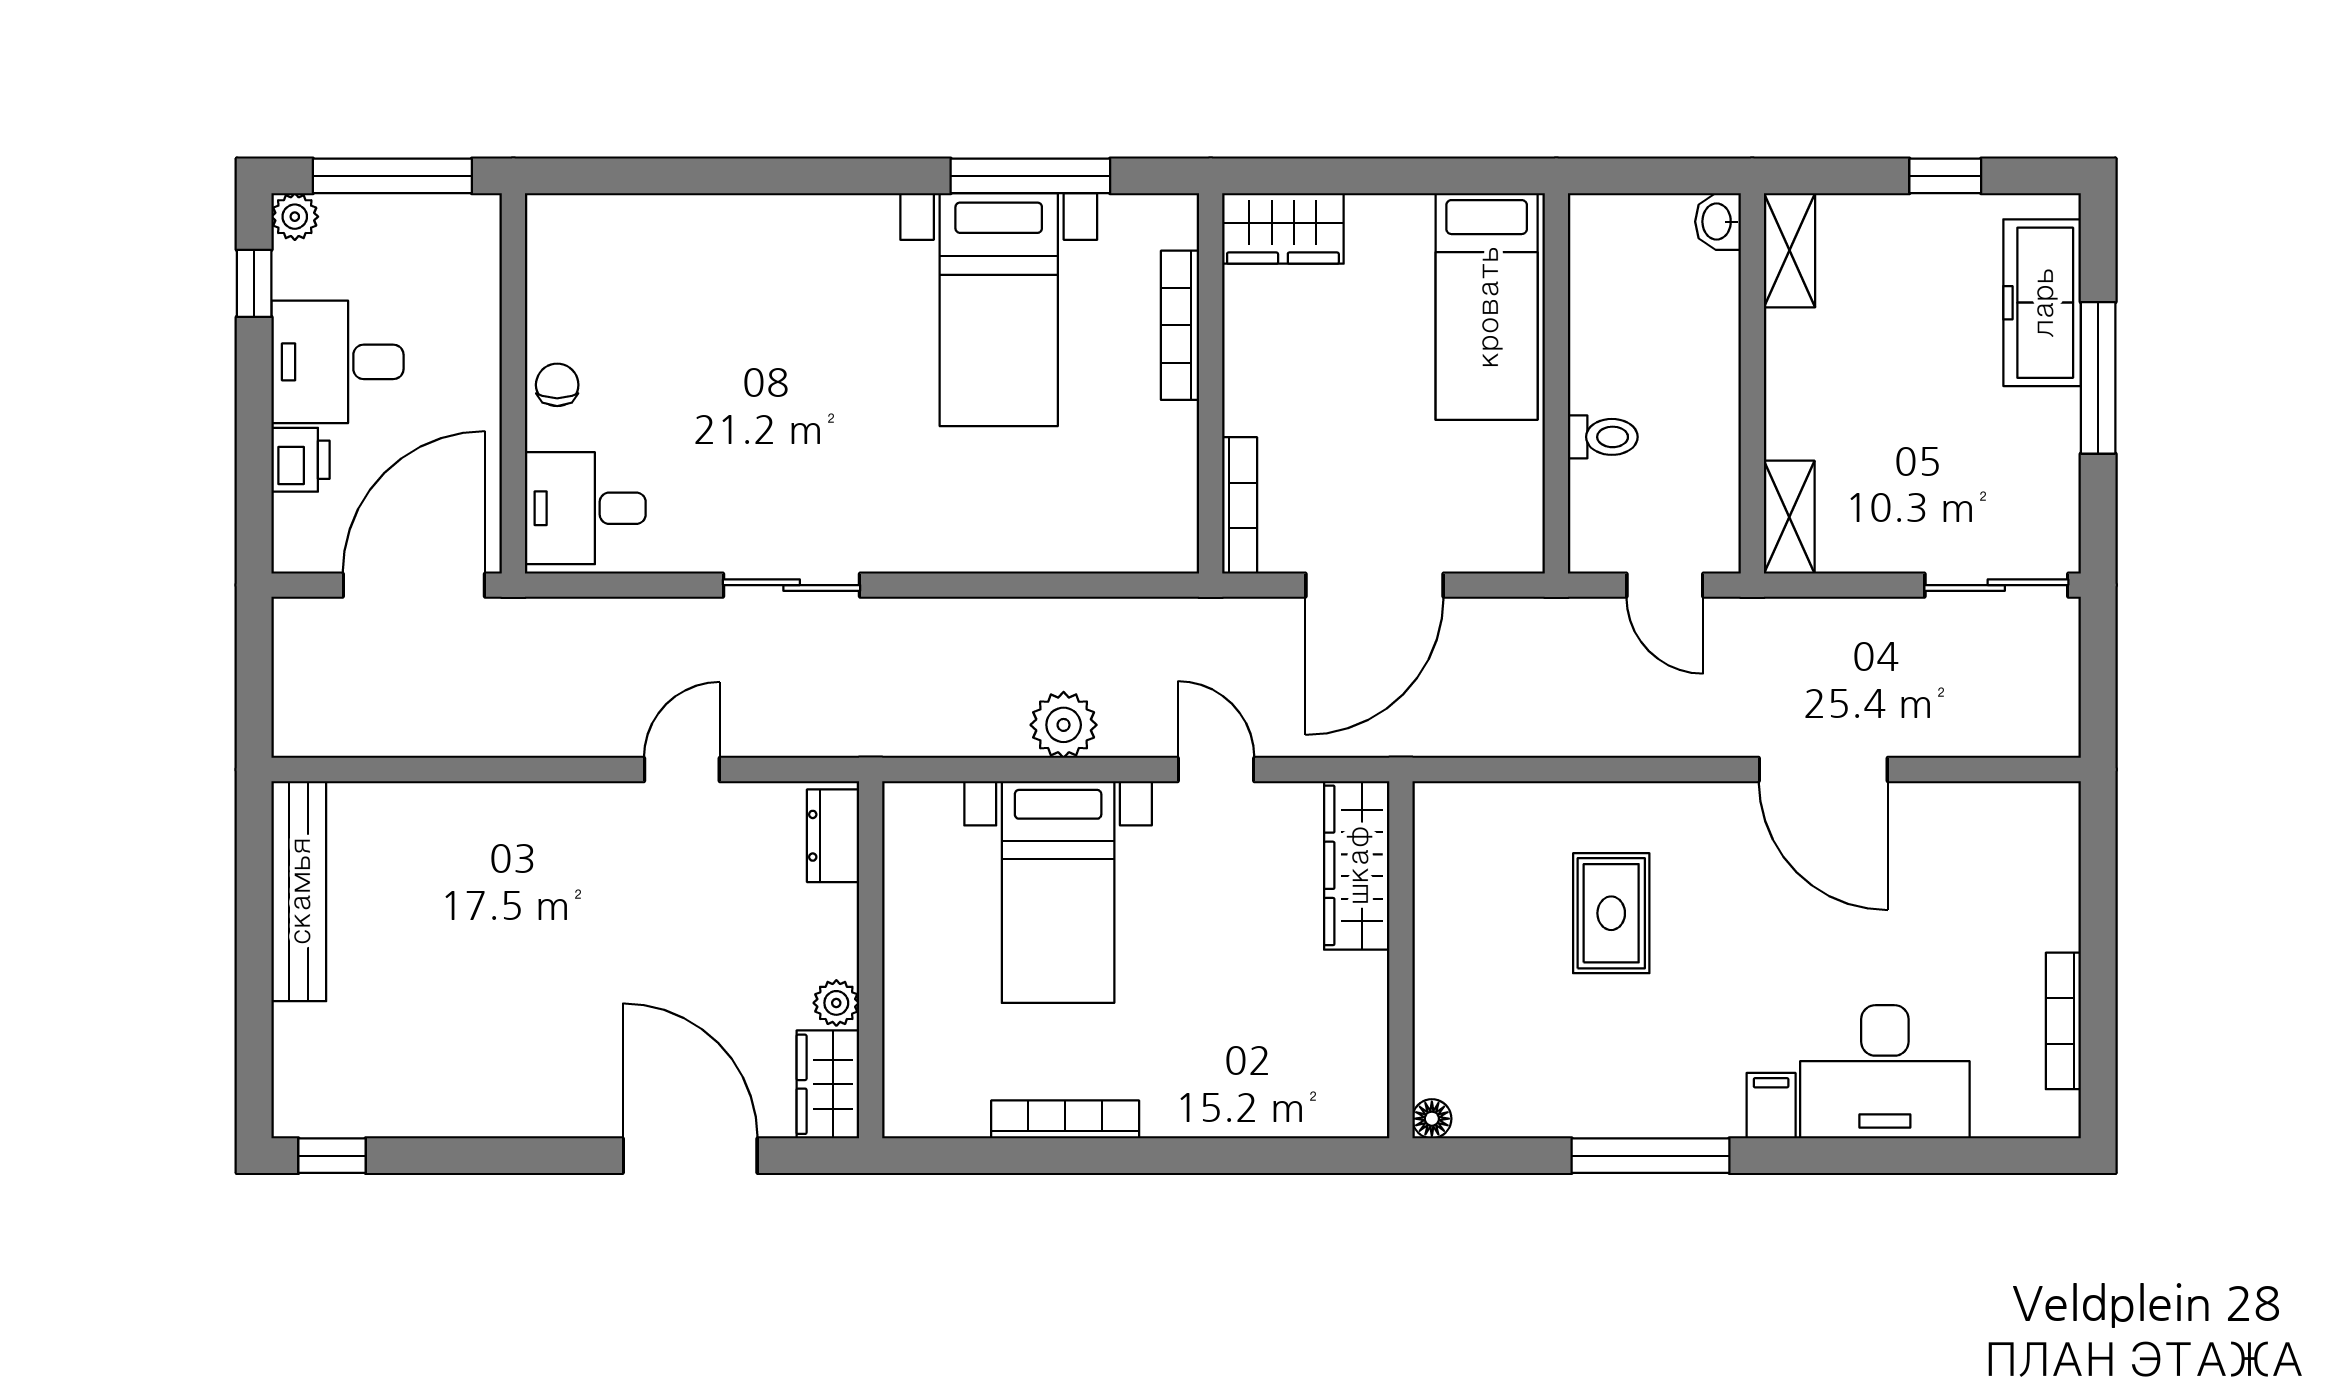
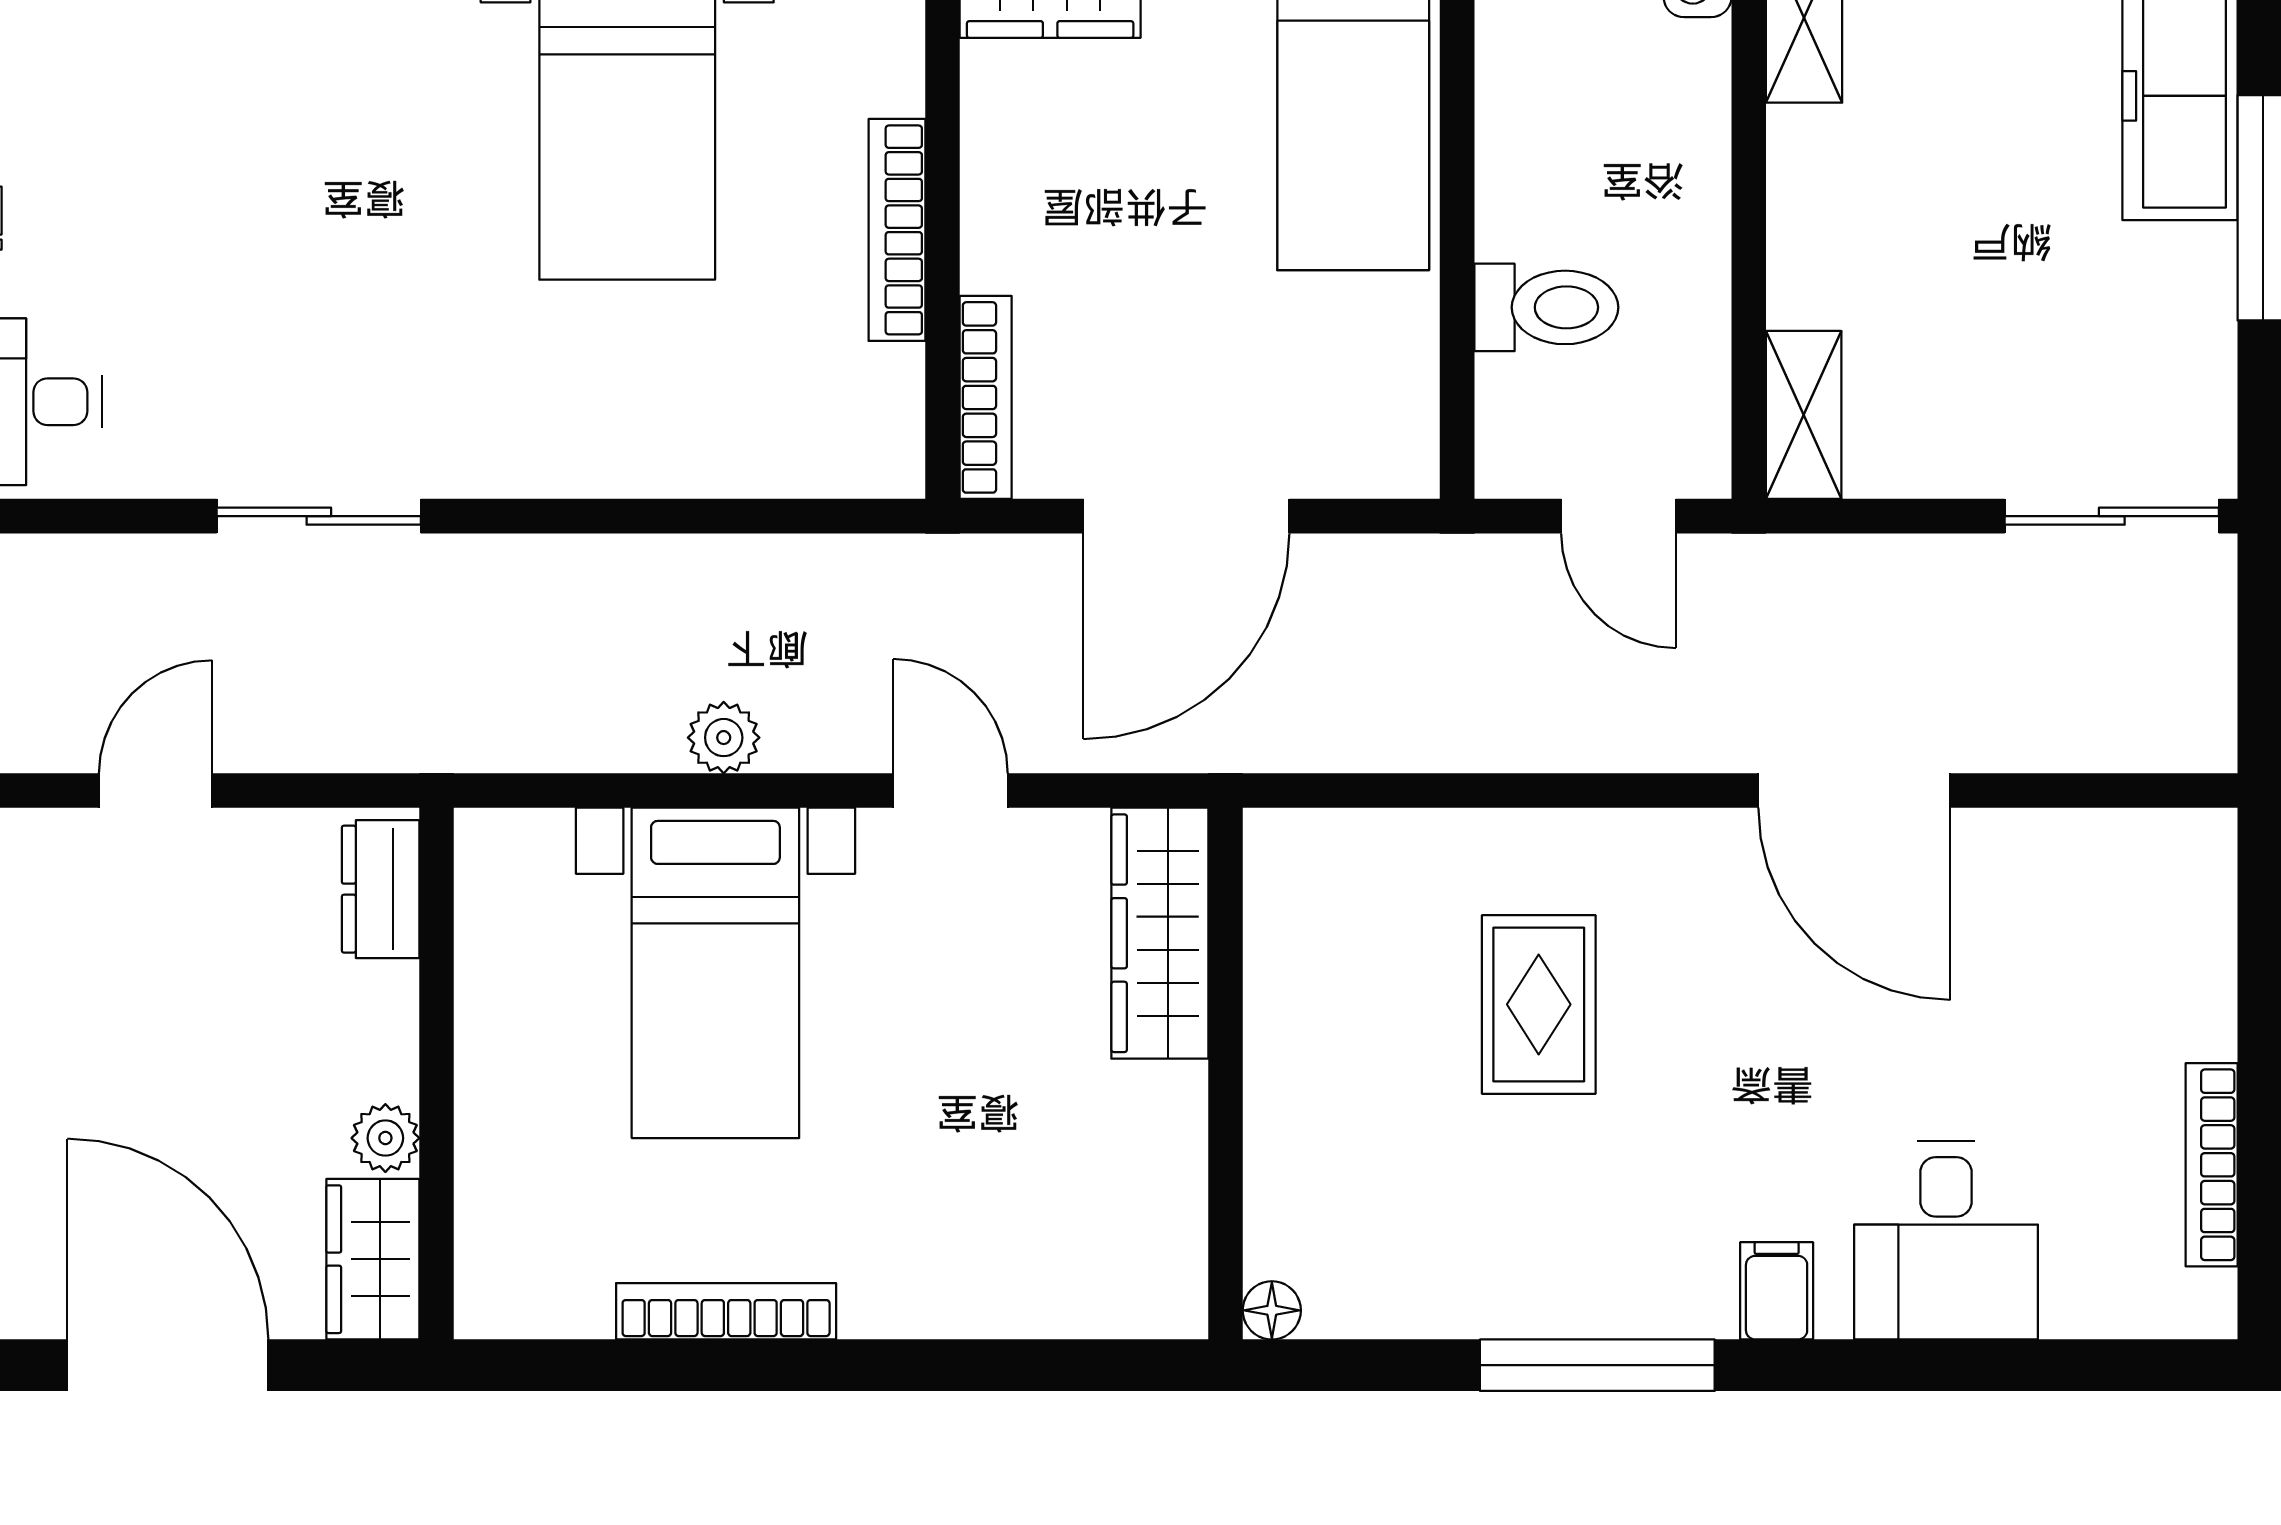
bookcase: (1180, 325) -> (897, 230), moved
toilet: (1603, 437) -> (1546, 307), width x1.37, depth x1.39
plant: (1064, 725) -> (724, 738), width x0.73, depth x0.73
desk: (1885, 1072) -> (1946, 1240), width x0.73

